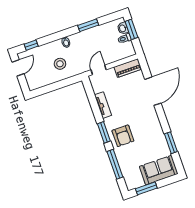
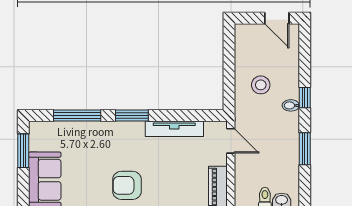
window: (31, 45) -> (305, 98), moved
tv unit: (103, 105) -> (174, 129), width x1.41
armchair: (123, 136) -> (127, 185), moved

